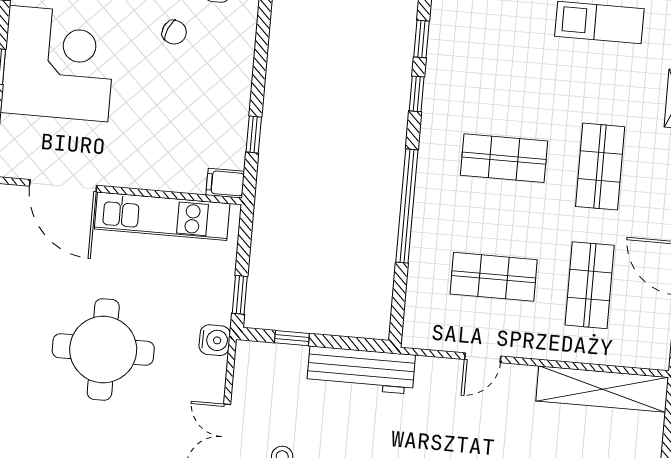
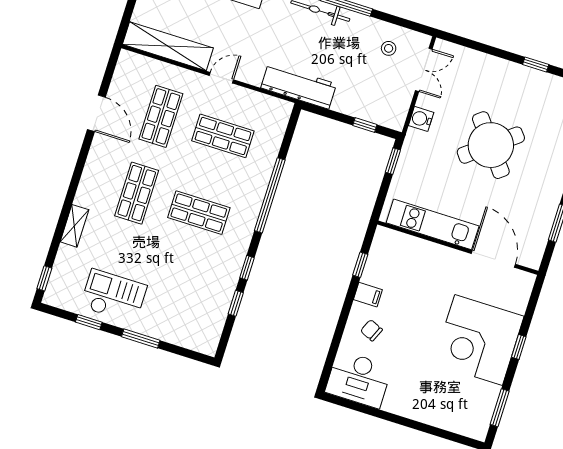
chair: (174, 32) -> (371, 330), moved
filing cabinet: (225, 183) -> (368, 295), moved
water cooler: (215, 340) -> (421, 119), moved
round table: (103, 350) -> (491, 145), turned -38
door: (483, 358) -> (221, 78), moved
workbench: (361, 370) -> (299, 86), moved

